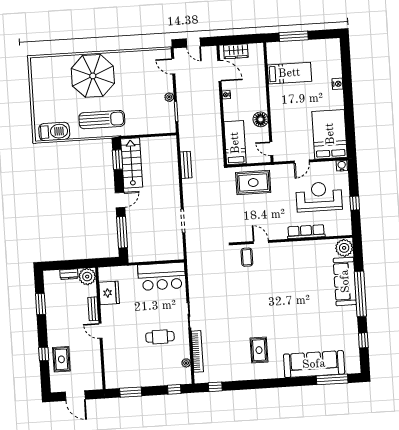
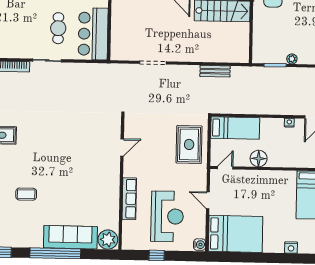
coffee table: (247, 257) -> (26, 194), moved
cafe table: (160, 337) -> (58, 28), moved

